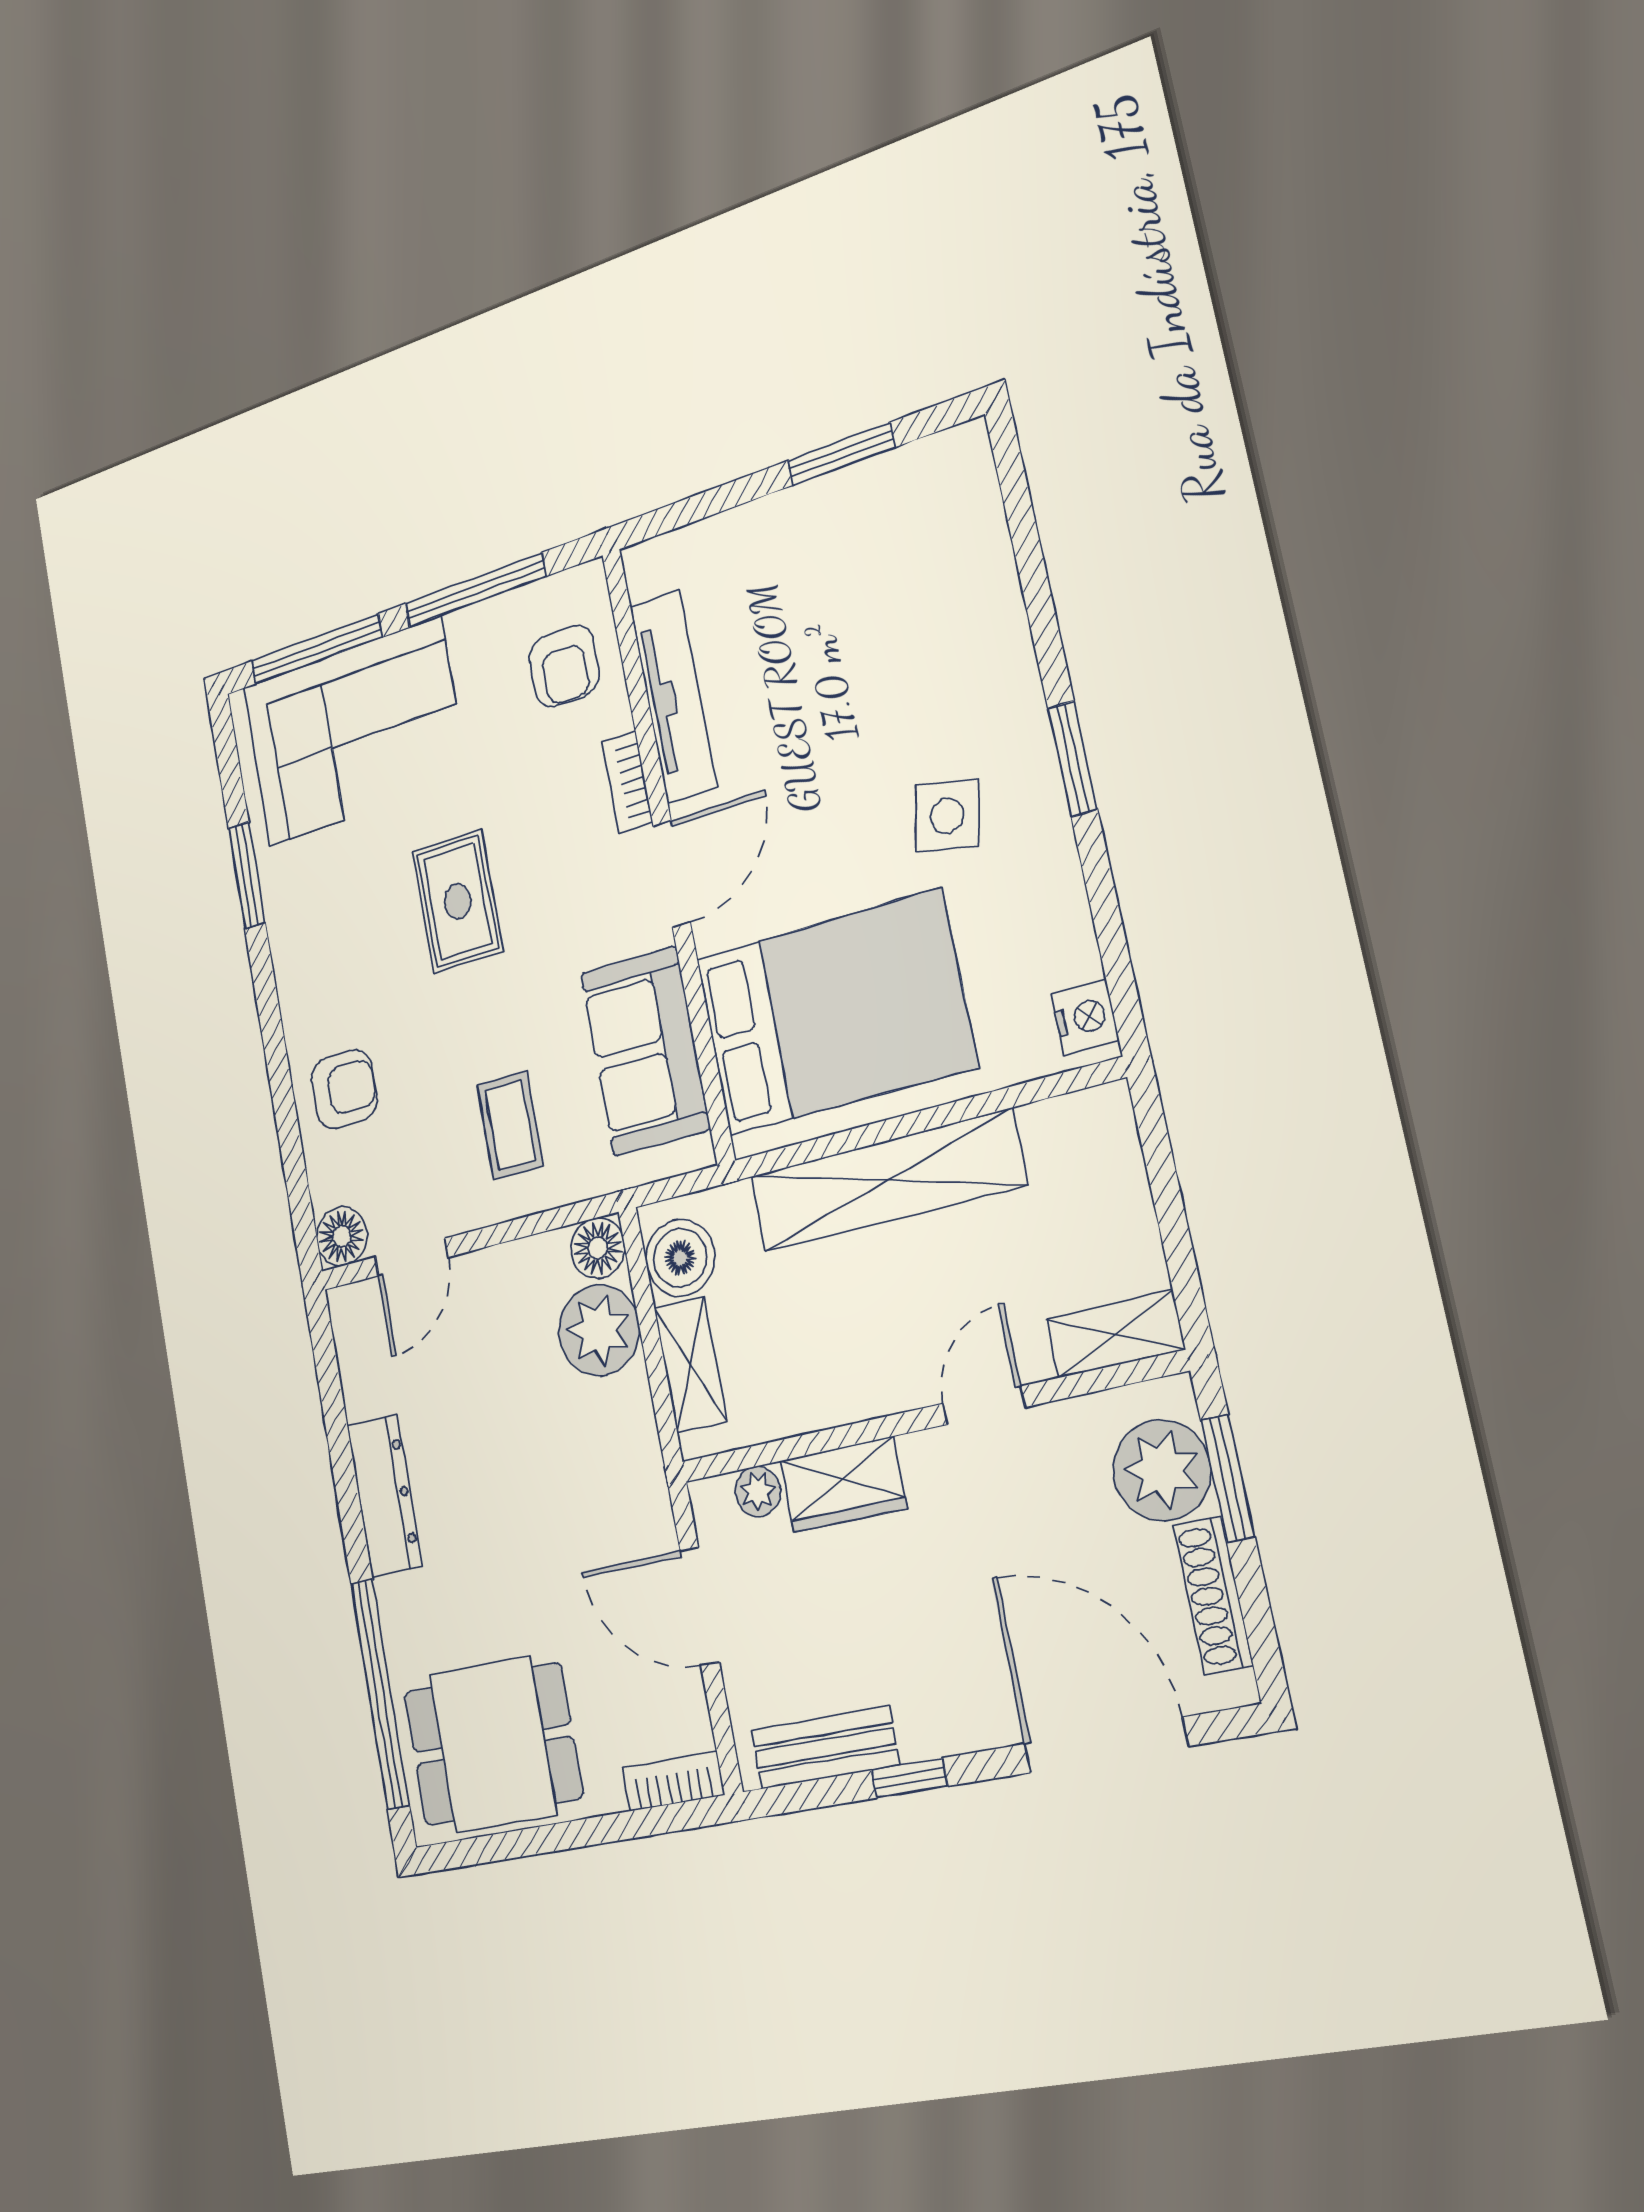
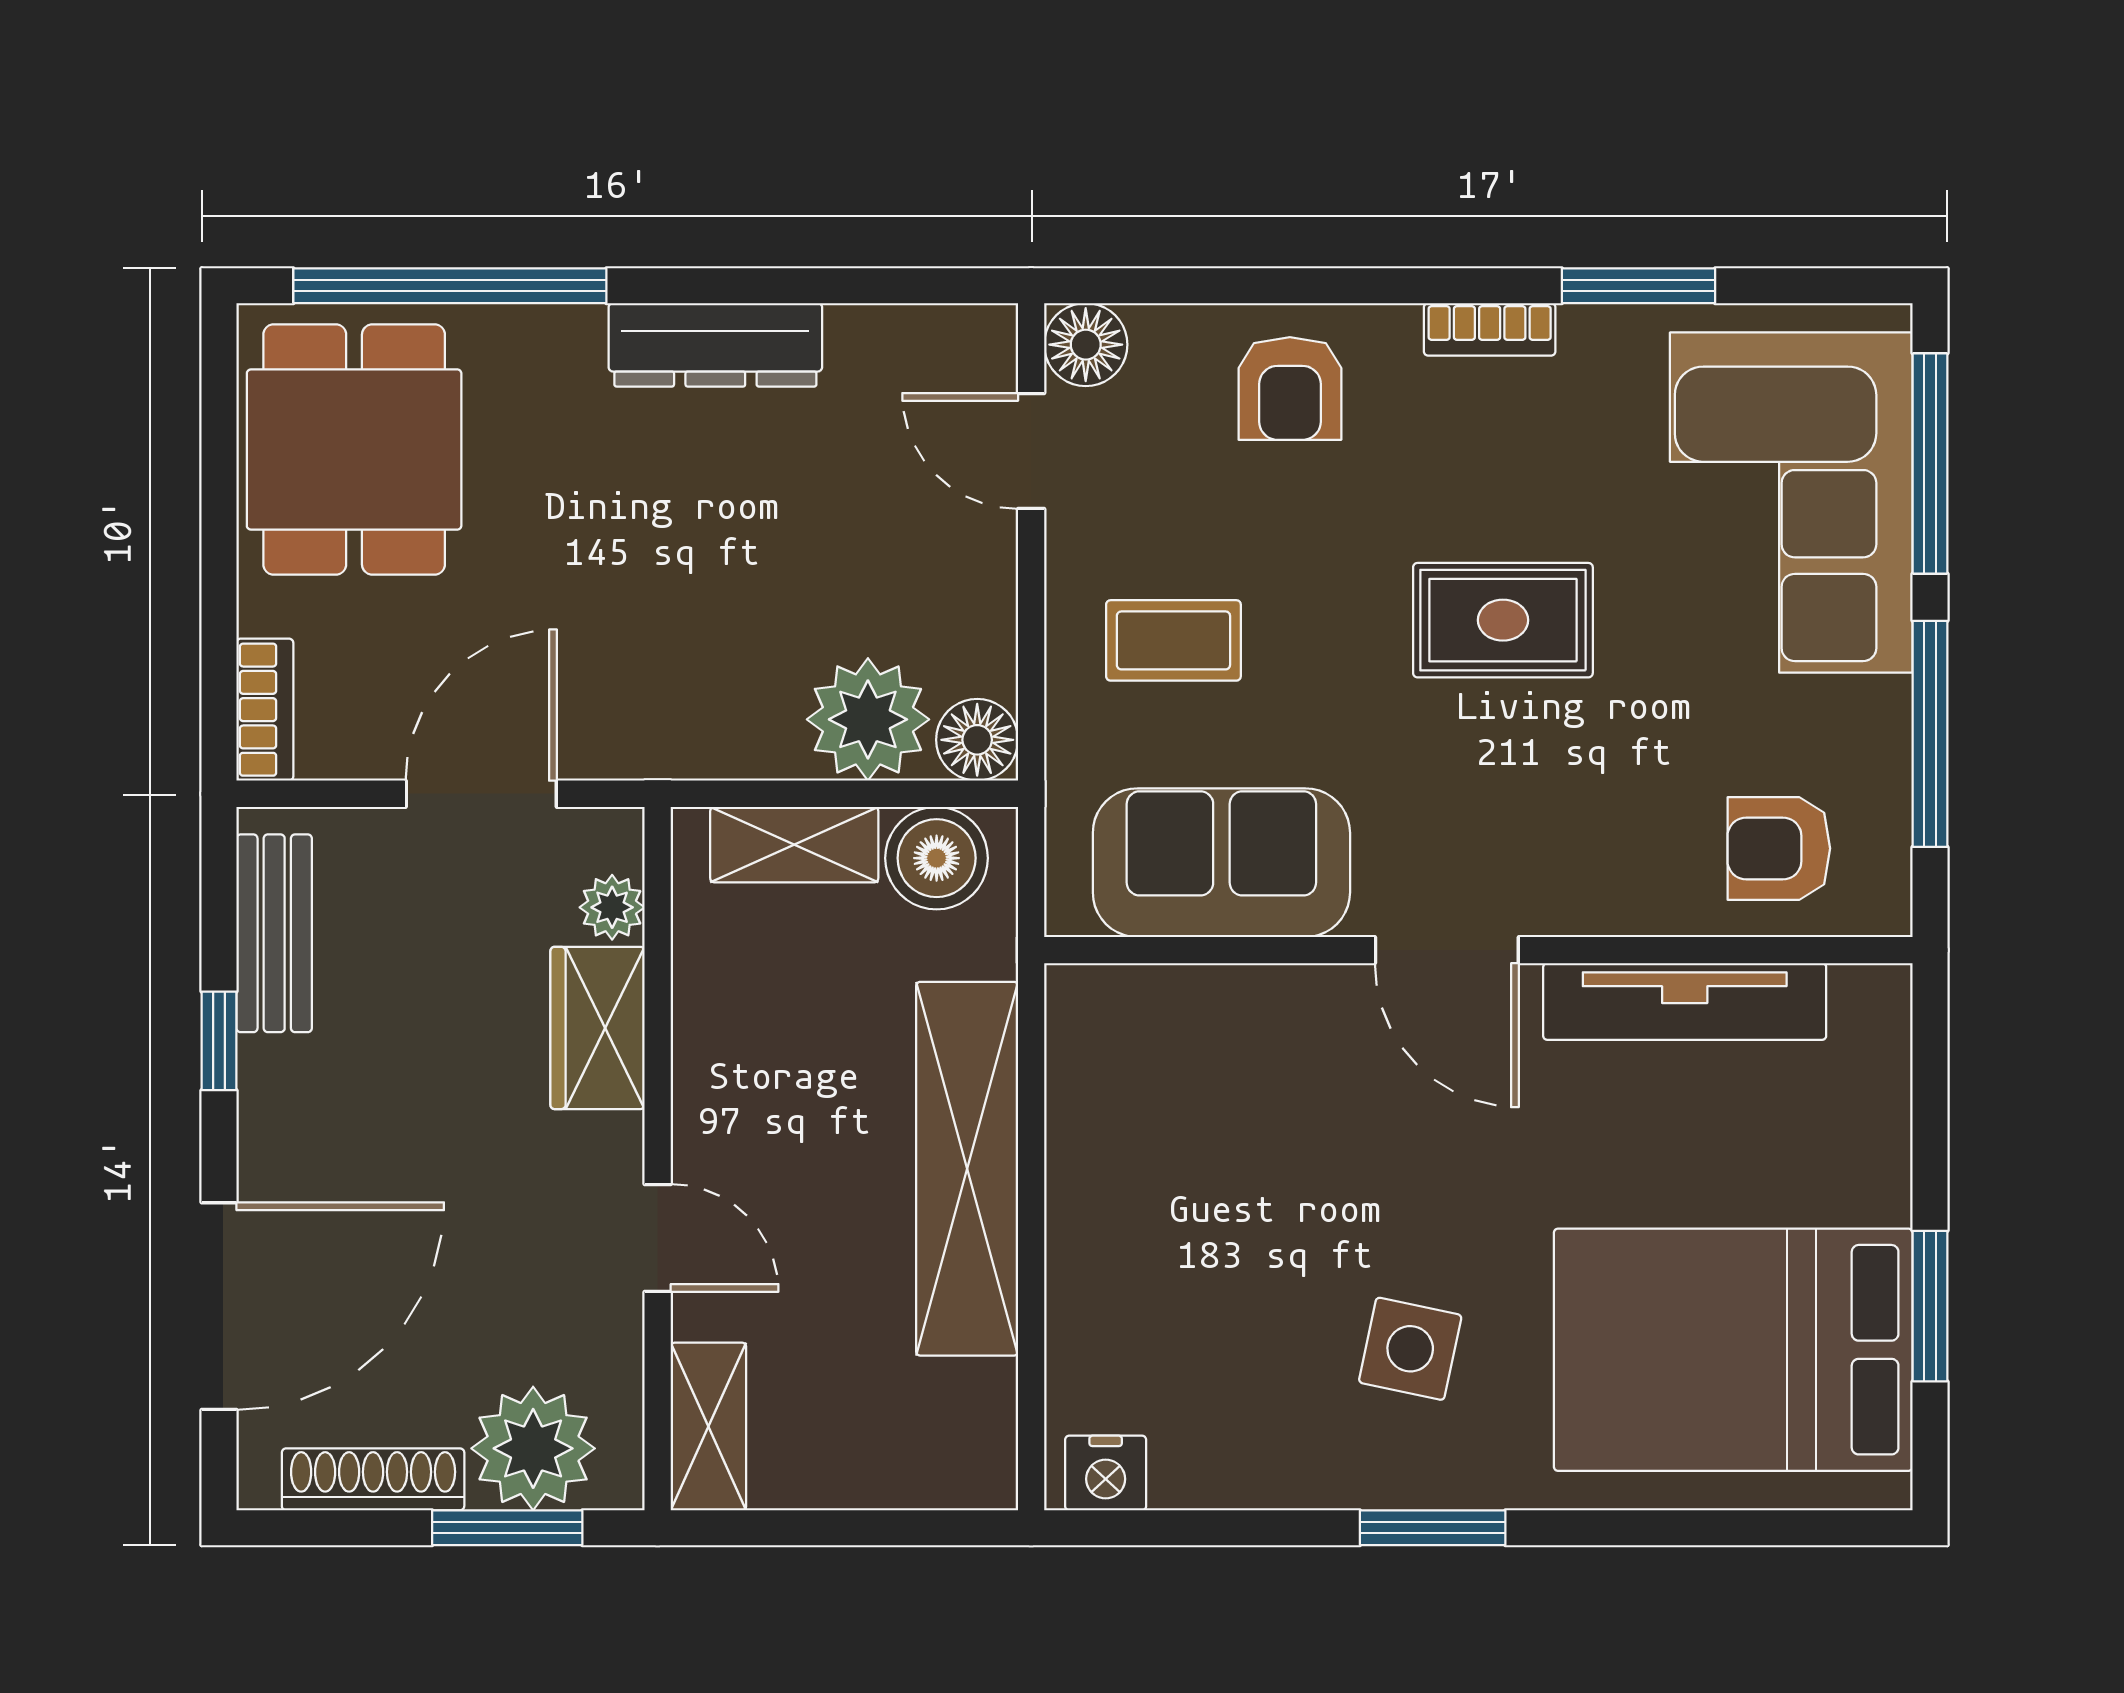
bookcase: (627, 782) -> (1490, 329), moved, turned 180
bed: (835, 1013) -> (1733, 1350), moved, turned 90

